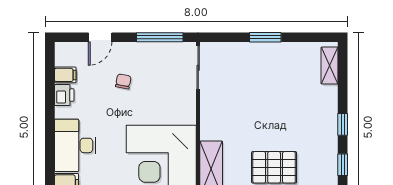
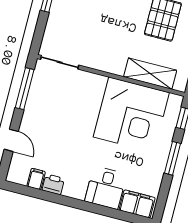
chair: (123, 81) -> (55, 130), removed
desk: (75, 145) -> (106, 188), width x0.73

